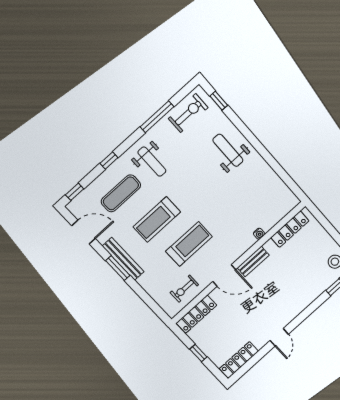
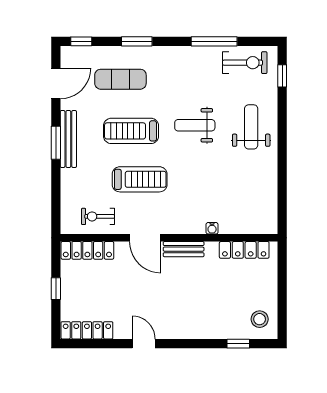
window: (109, 160) -> (137, 41), width x1.50
weight bench: (152, 162) -> (195, 125), moved, turned 90
door: (84, 232) -> (56, 83), hinge flipped
door: (279, 337) -> (144, 344), swing flipped

